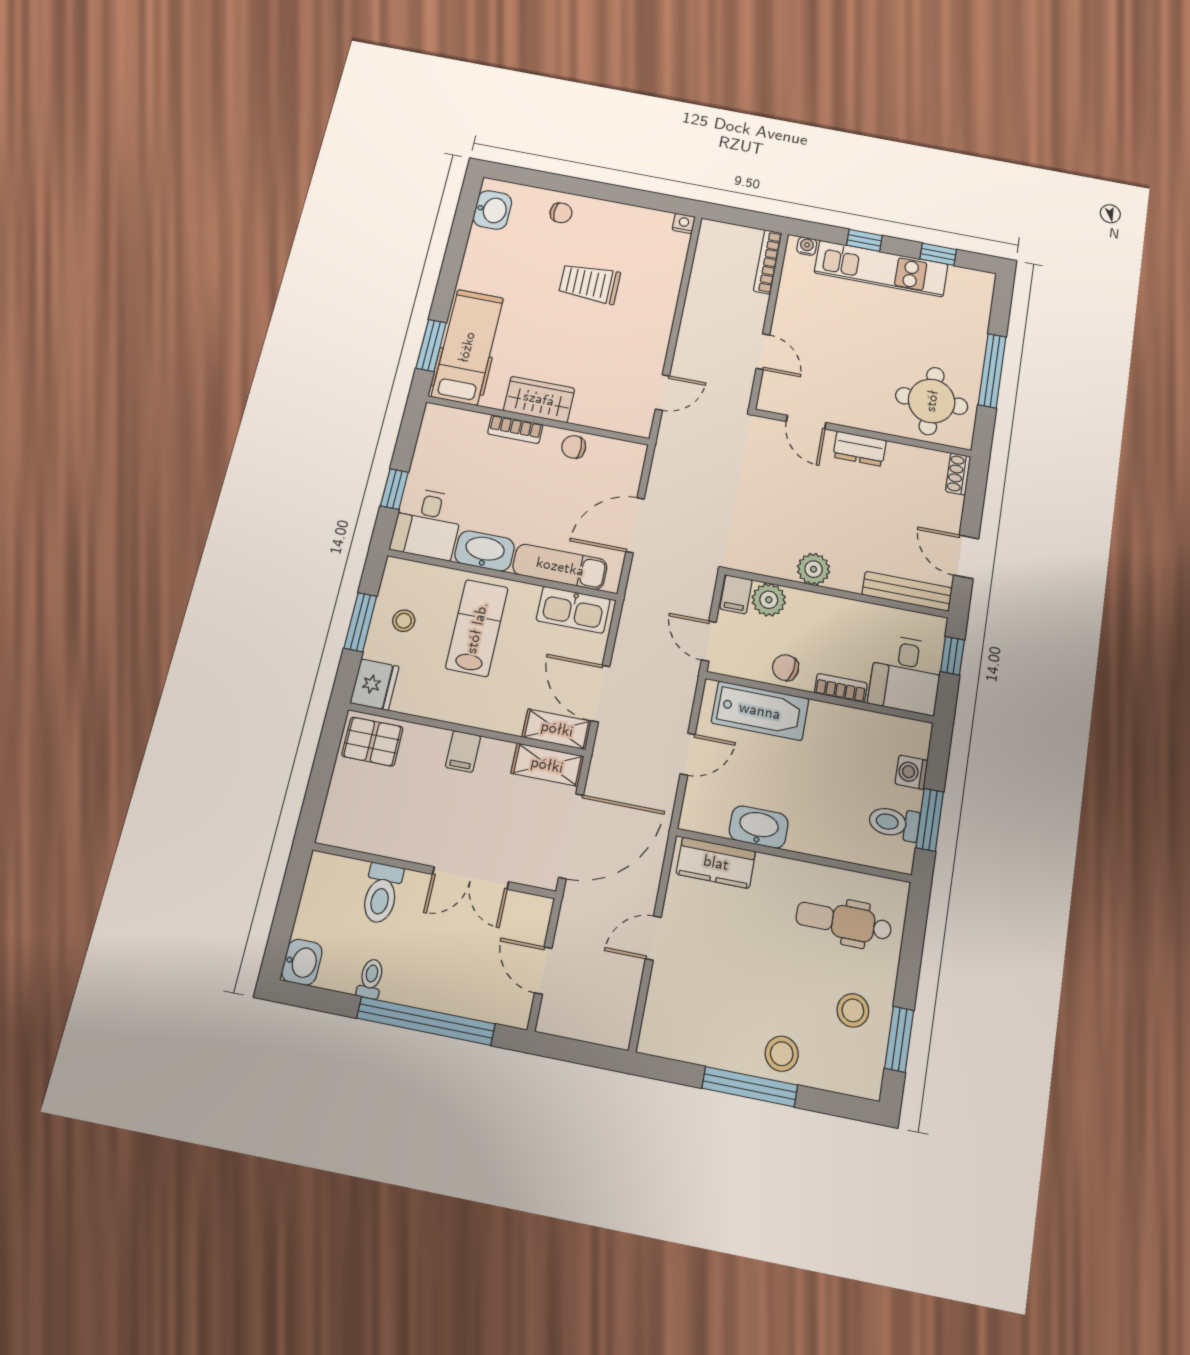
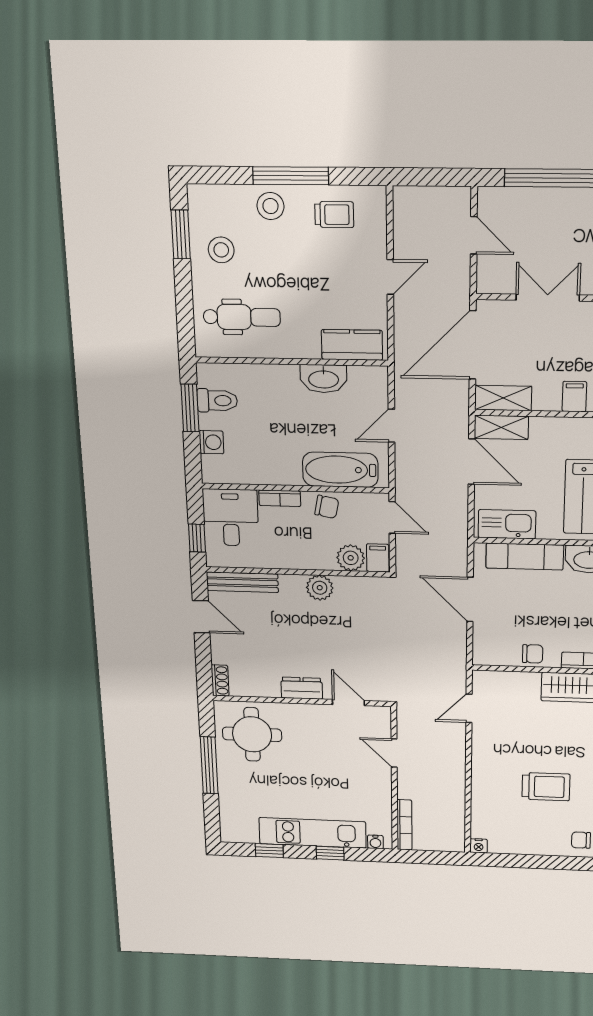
door: (635, 525) -> (470, 599), swing flipped
trolley: (706, 1028) -> (334, 215), added

